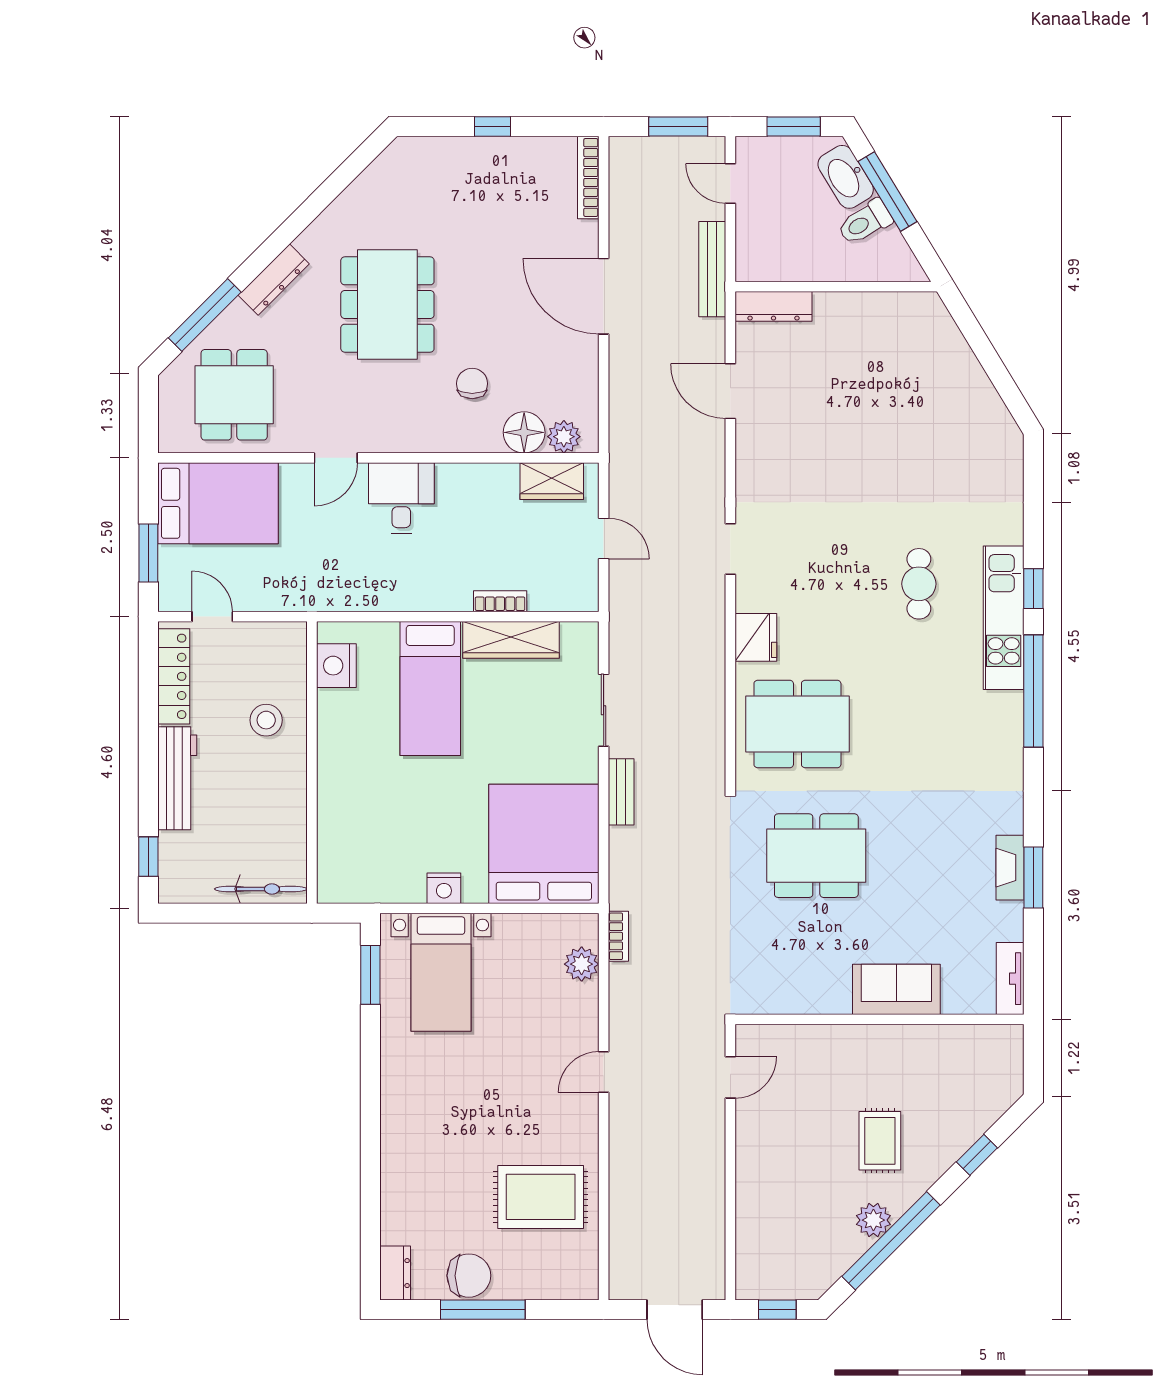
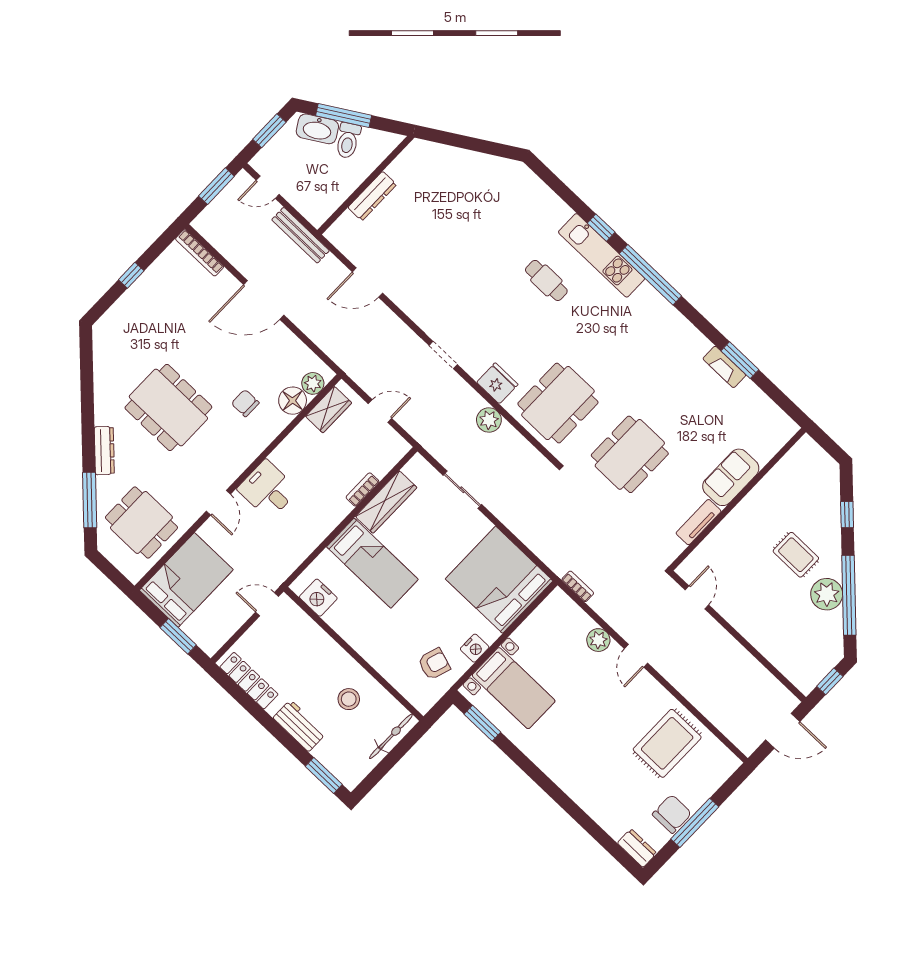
dresser: (773, 306) -> (372, 196), moved
door: (212, 617) -> (267, 604), moved
plant: (707, 666) -> (489, 420), added
stool: (266, 720) -> (349, 699), moved
workbench: (177, 778) -> (299, 726), width x0.73
bench: (621, 792) -> (510, 519), removed
window: (148, 857) -> (324, 775), width x1.50
armchair: (385, 860) -> (434, 664), added
plant: (582, 964) -> (598, 640), moved
tv unit: (1010, 979) -> (698, 522), moved, turned 90
plant: (873, 1220) -> (827, 594), width x1.36, depth x1.36

